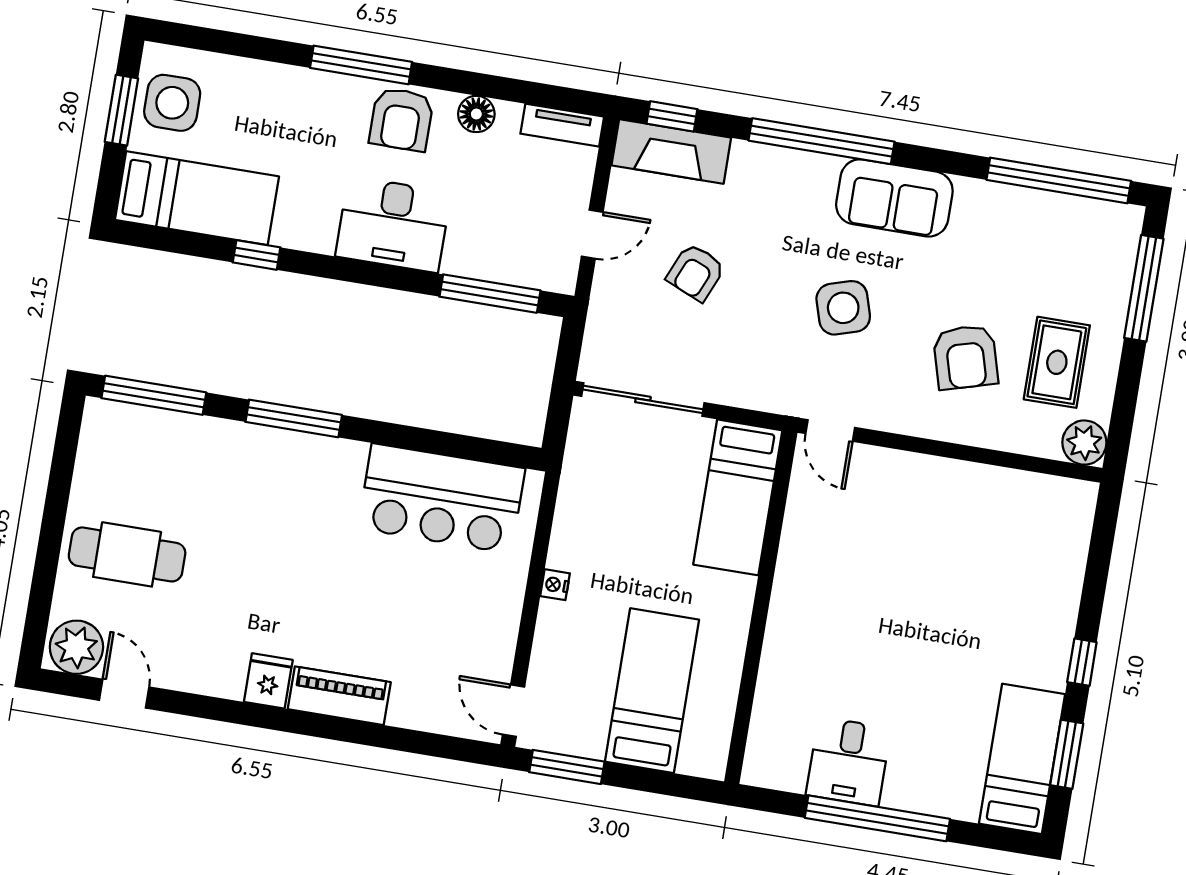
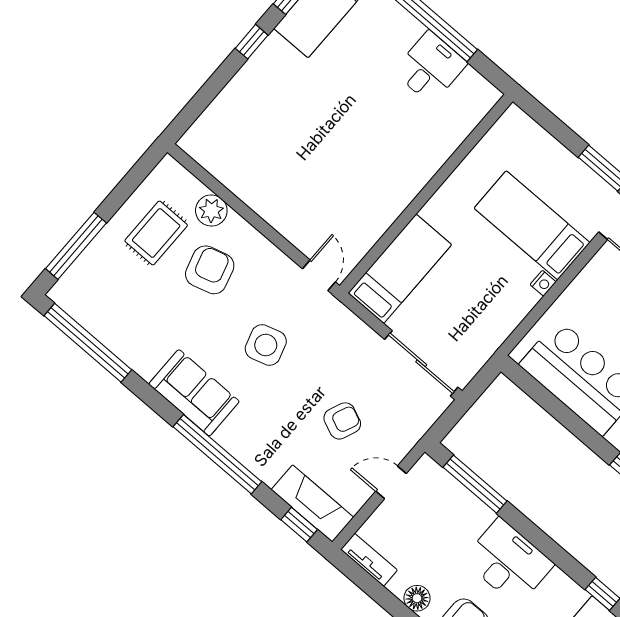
plant: (1084, 443) -> (211, 211), moved
bed: (652, 691) -> (532, 225), moved, turned 90

